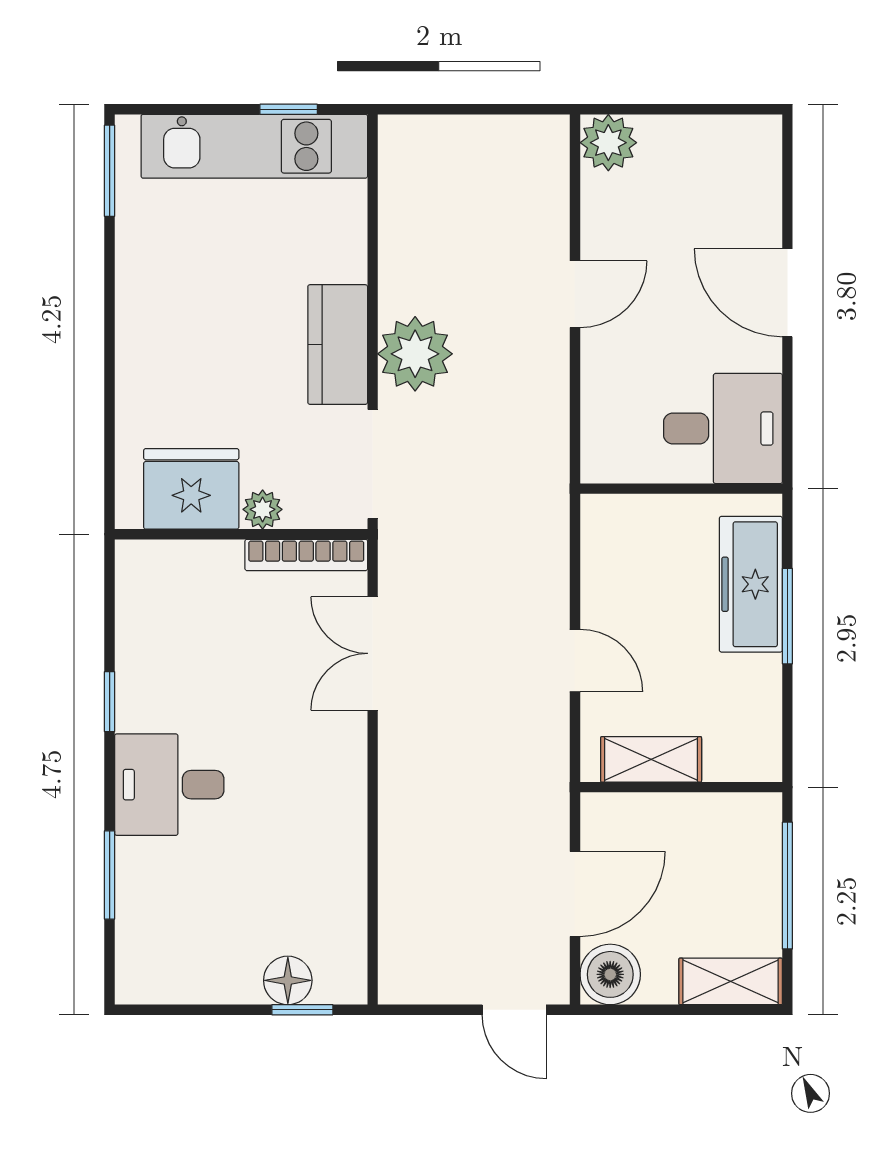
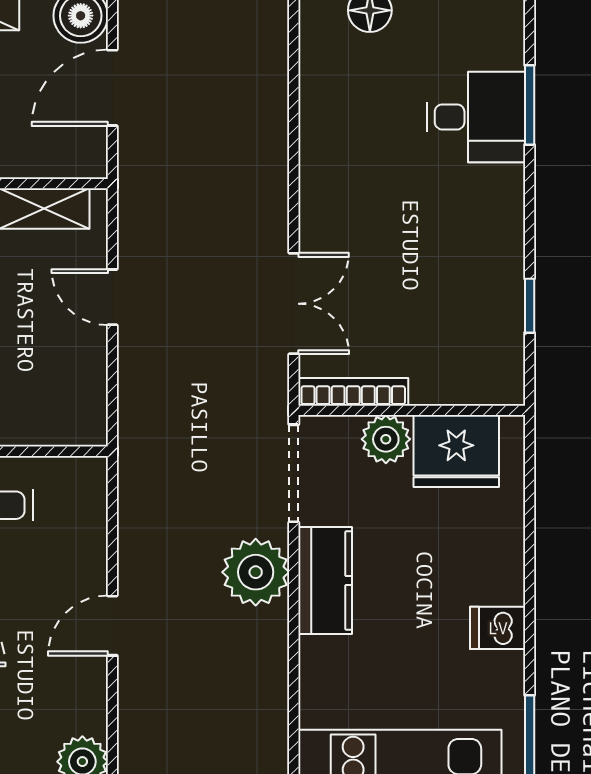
dishwasher: (145, 292) -> (498, 628), added
plant: (263, 509) -> (386, 439), width x1.38, depth x1.38
window: (110, 702) -> (530, 306), moved
desk: (169, 785) -> (476, 117), moved

